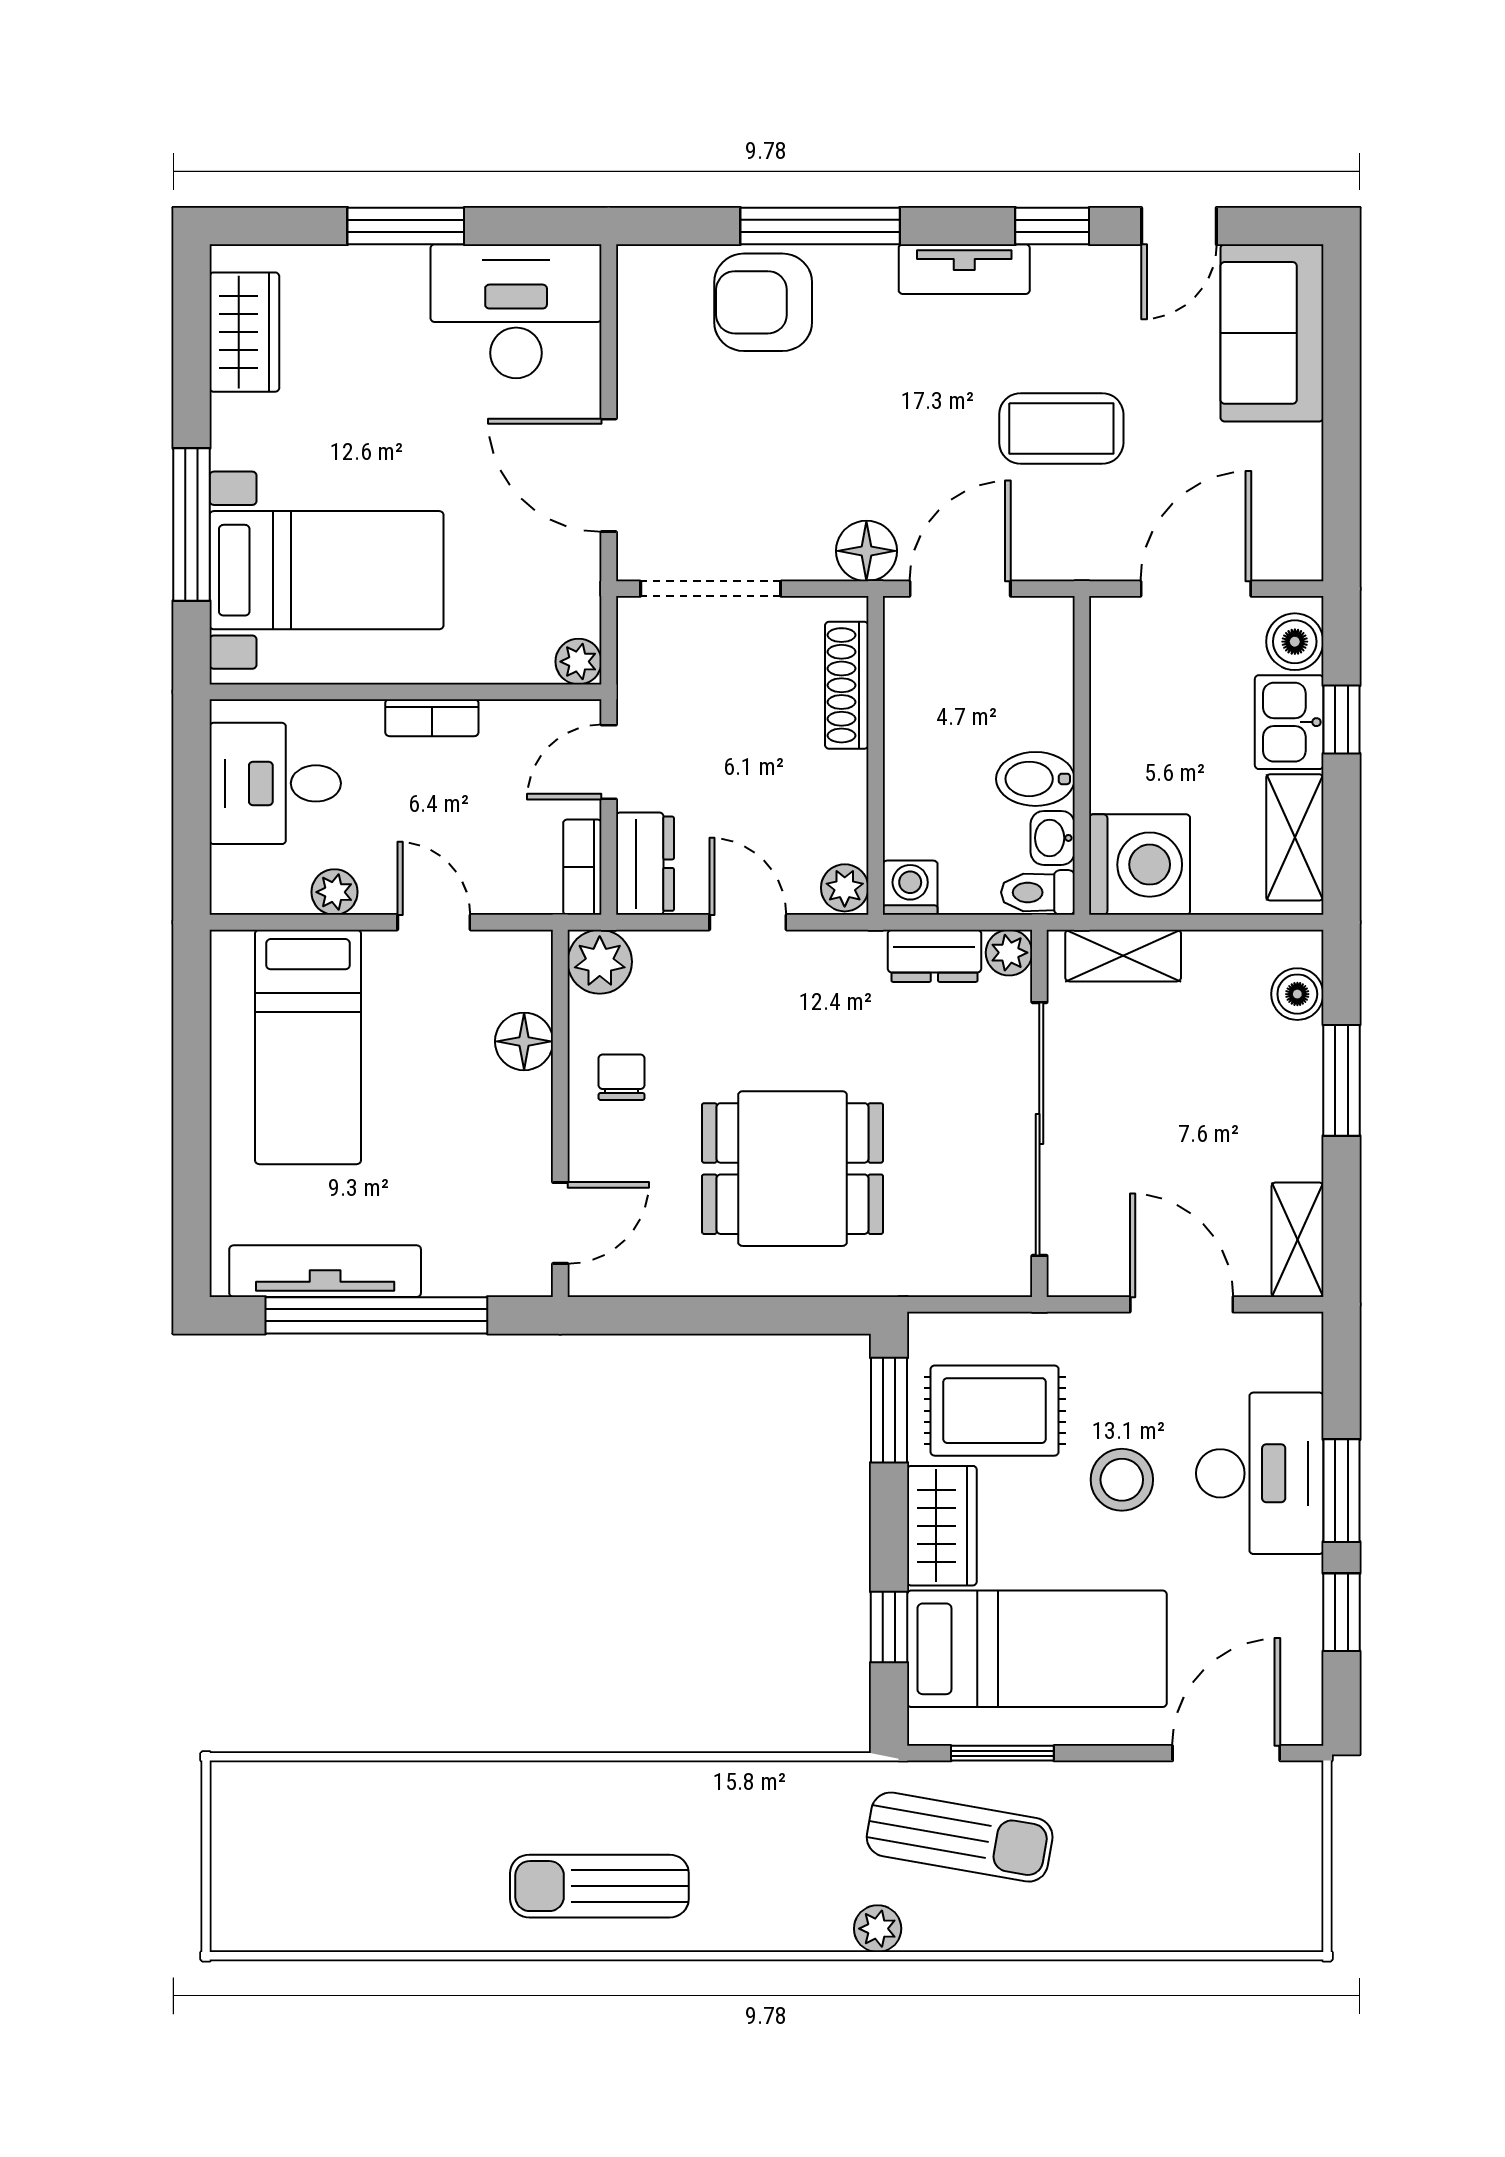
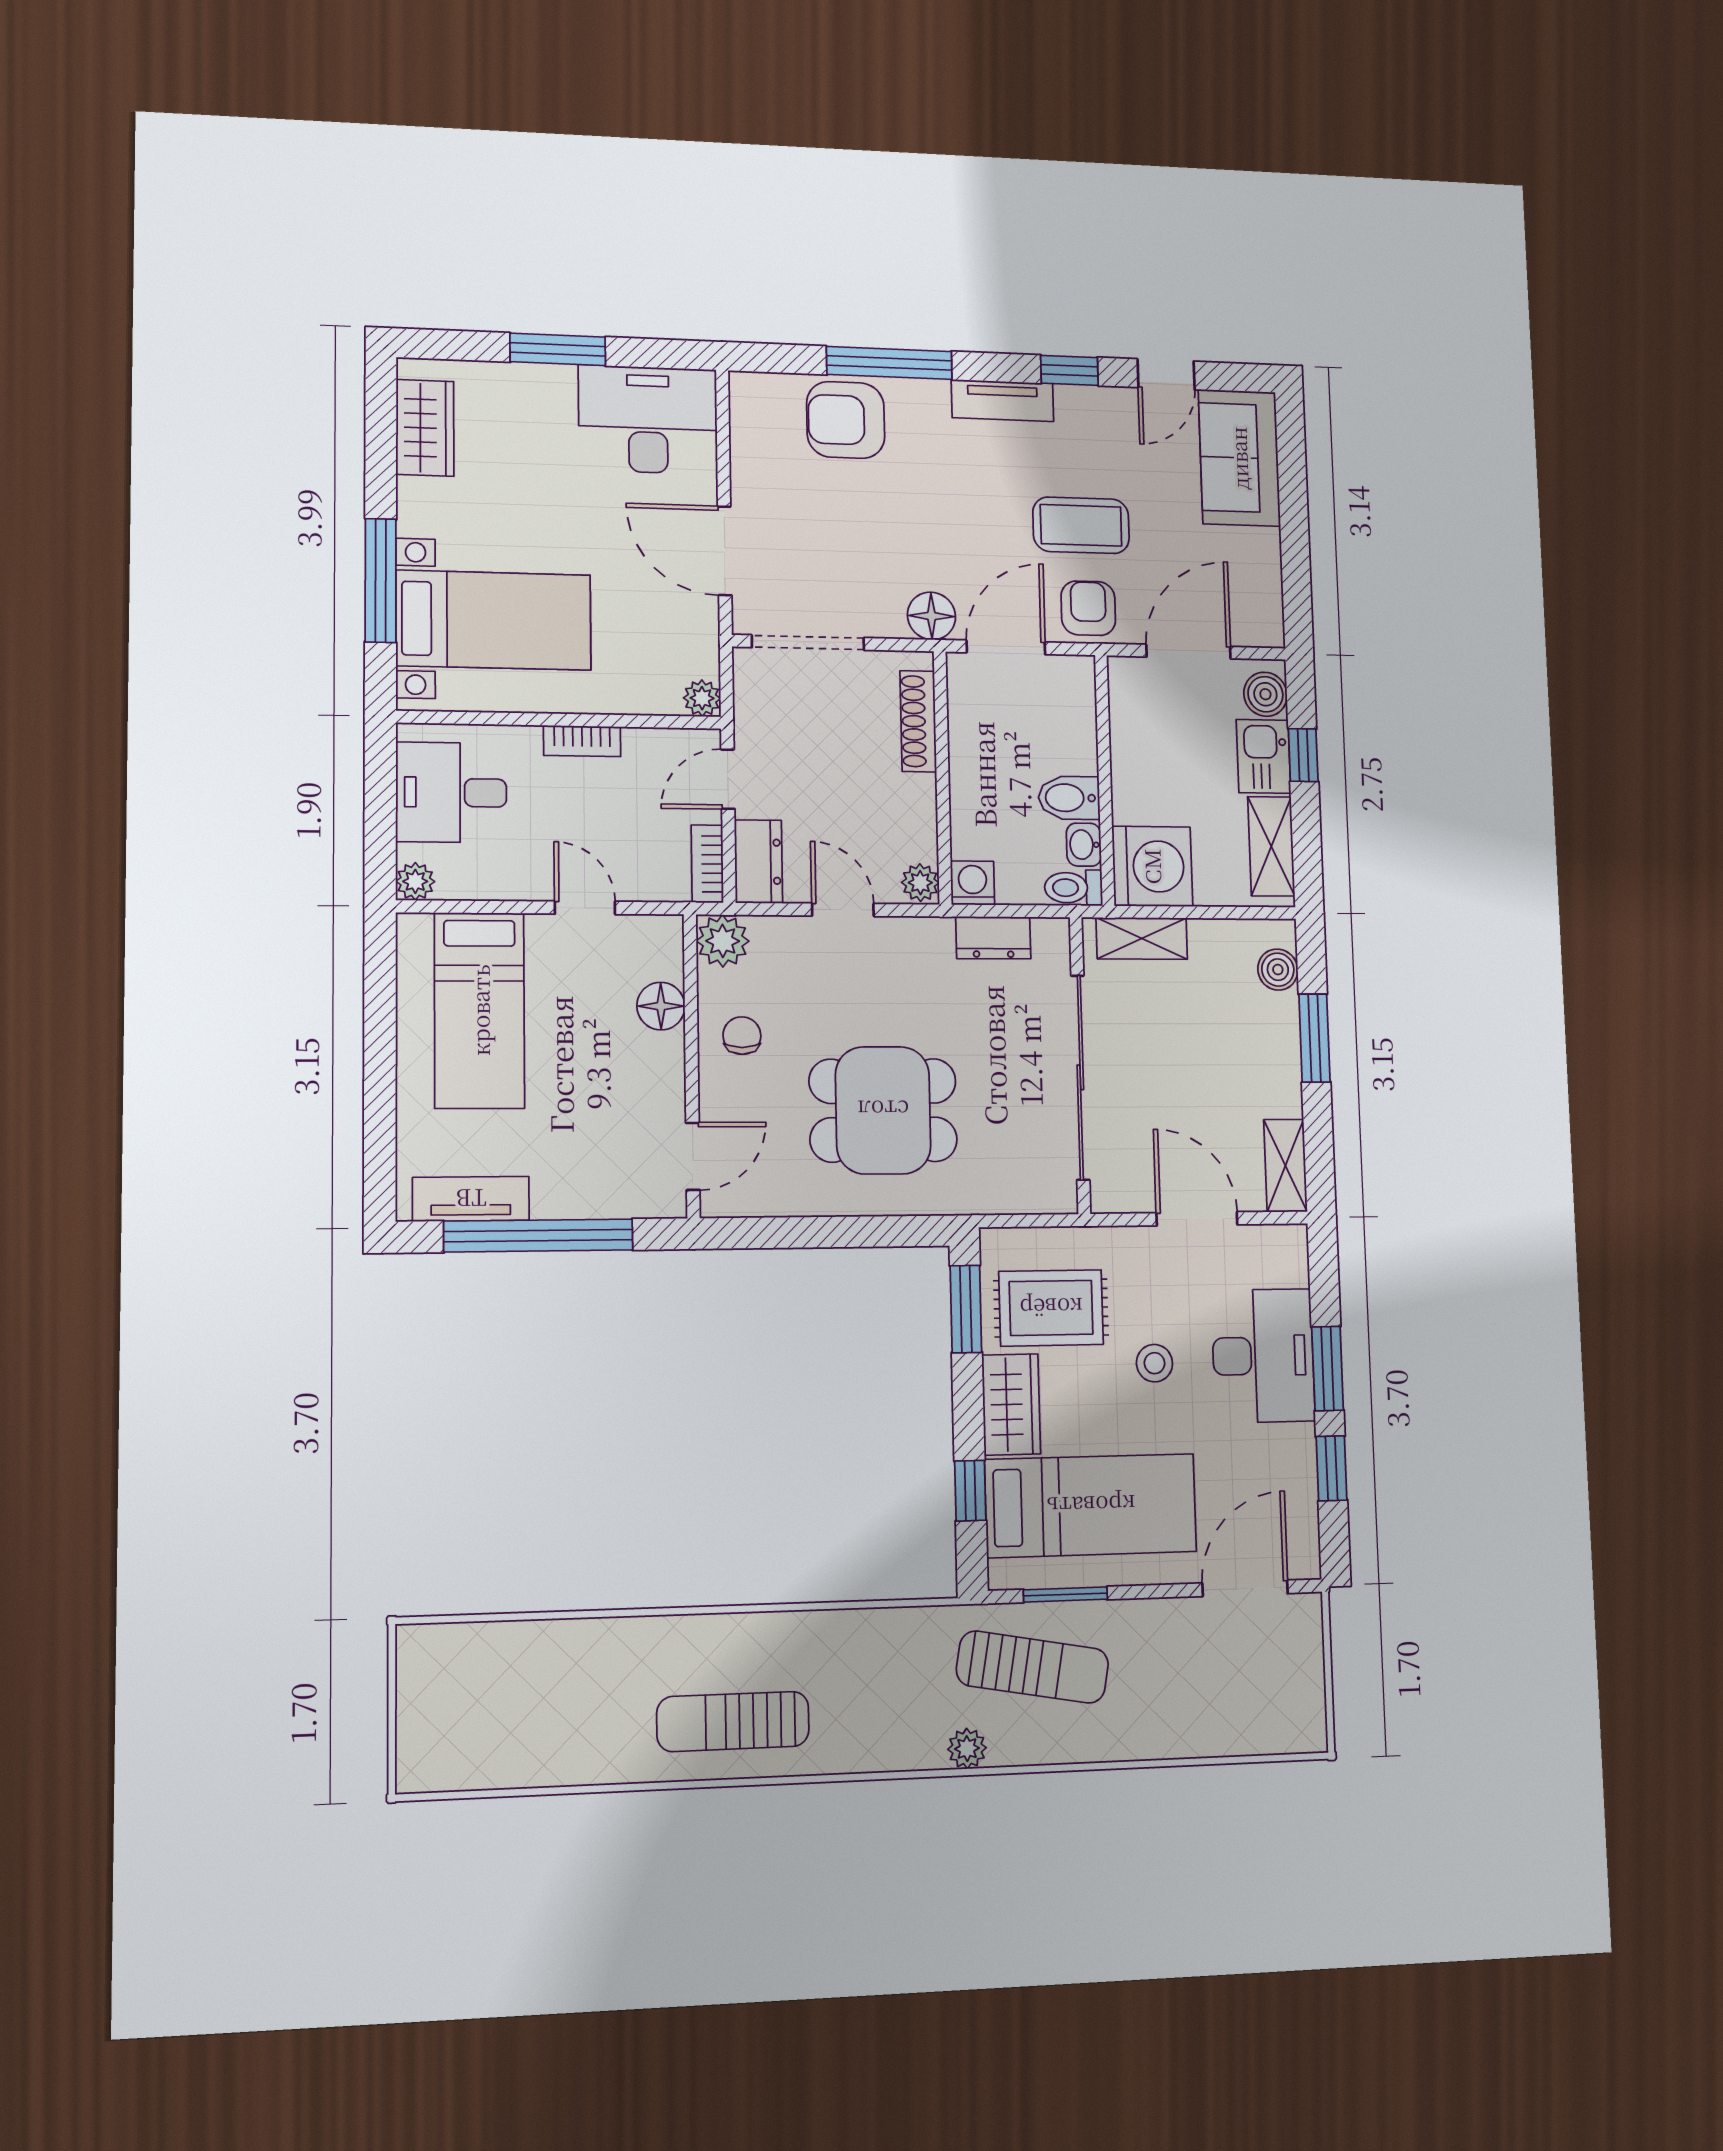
armchair: (1067, 536) -> (1088, 608), added
plant: (334, 892) -> (415, 881), moved
plant: (1009, 953) -> (1052, 936), removed
tv unit: (325, 1271) -> (471, 1199), width x0.71
stool: (1122, 1480) -> (1155, 1363), width x0.73, depth x0.73

